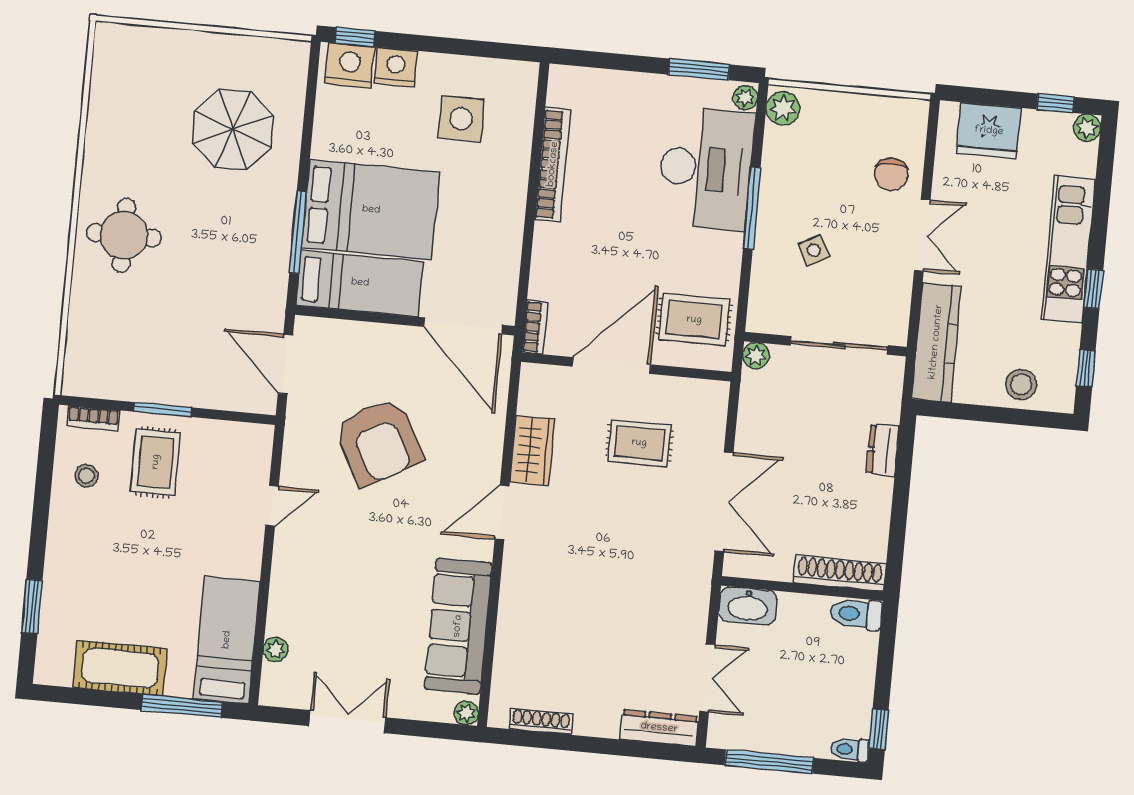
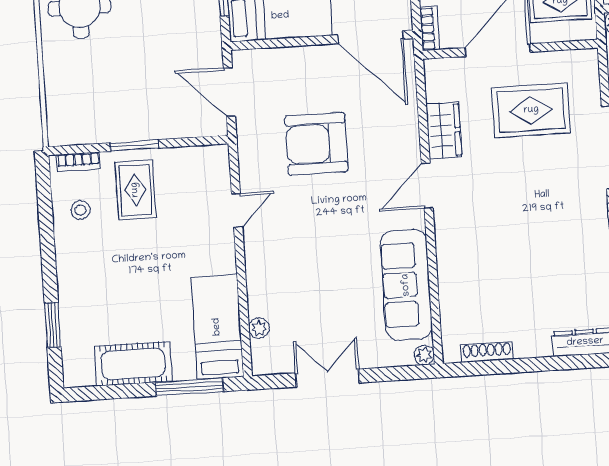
armchair: (379, 442) -> (316, 144), turned 119
rug: (639, 443) -> (531, 110), width x1.36, depth x1.43

